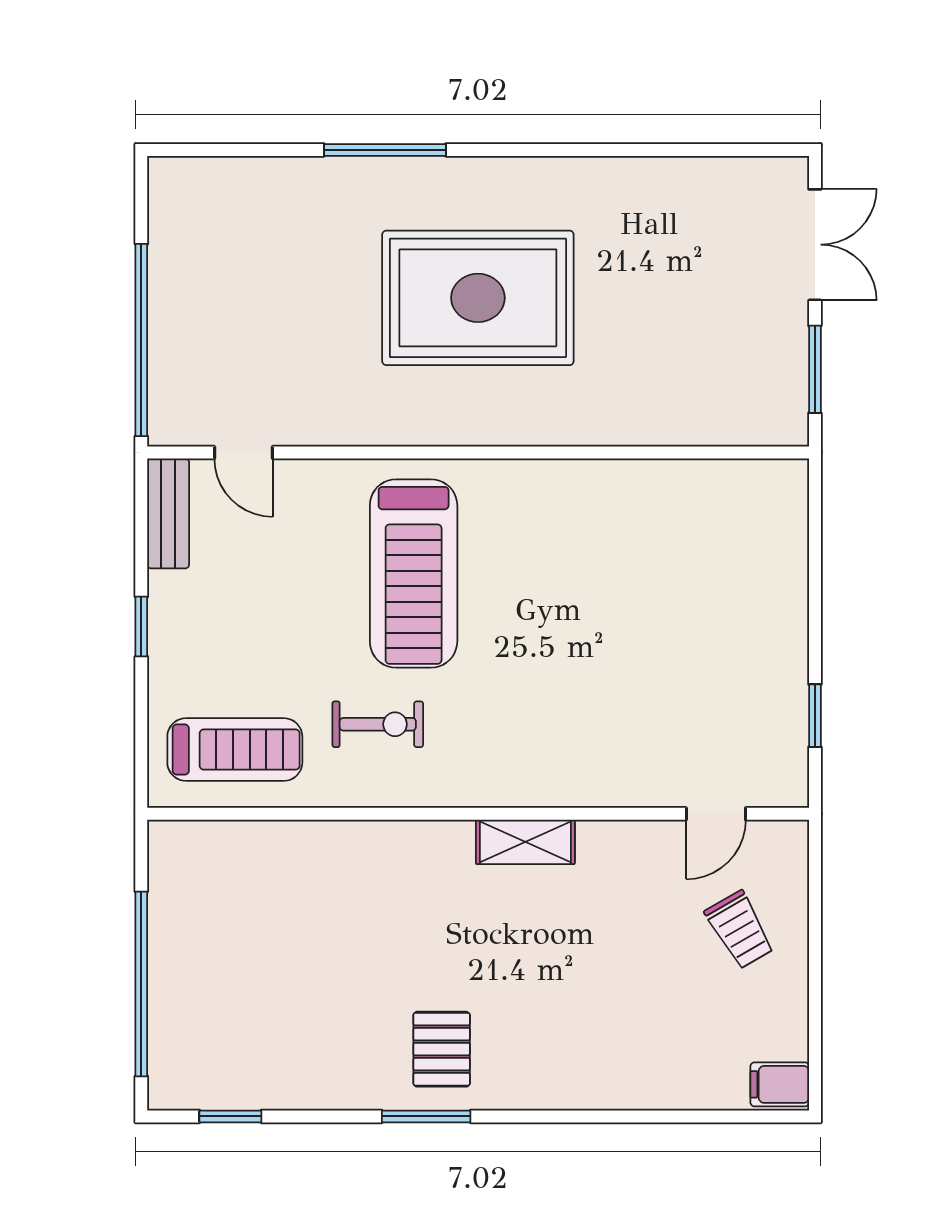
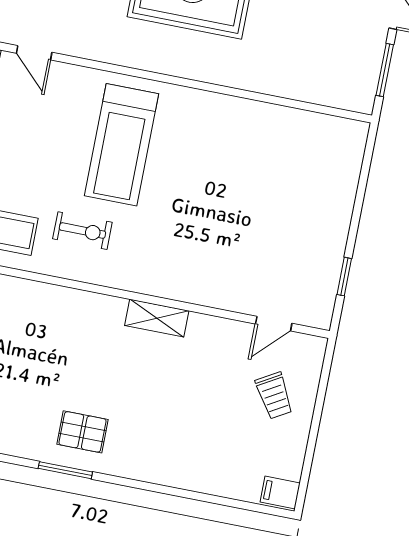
pallet: (442, 1049) -> (83, 432), turned 90

